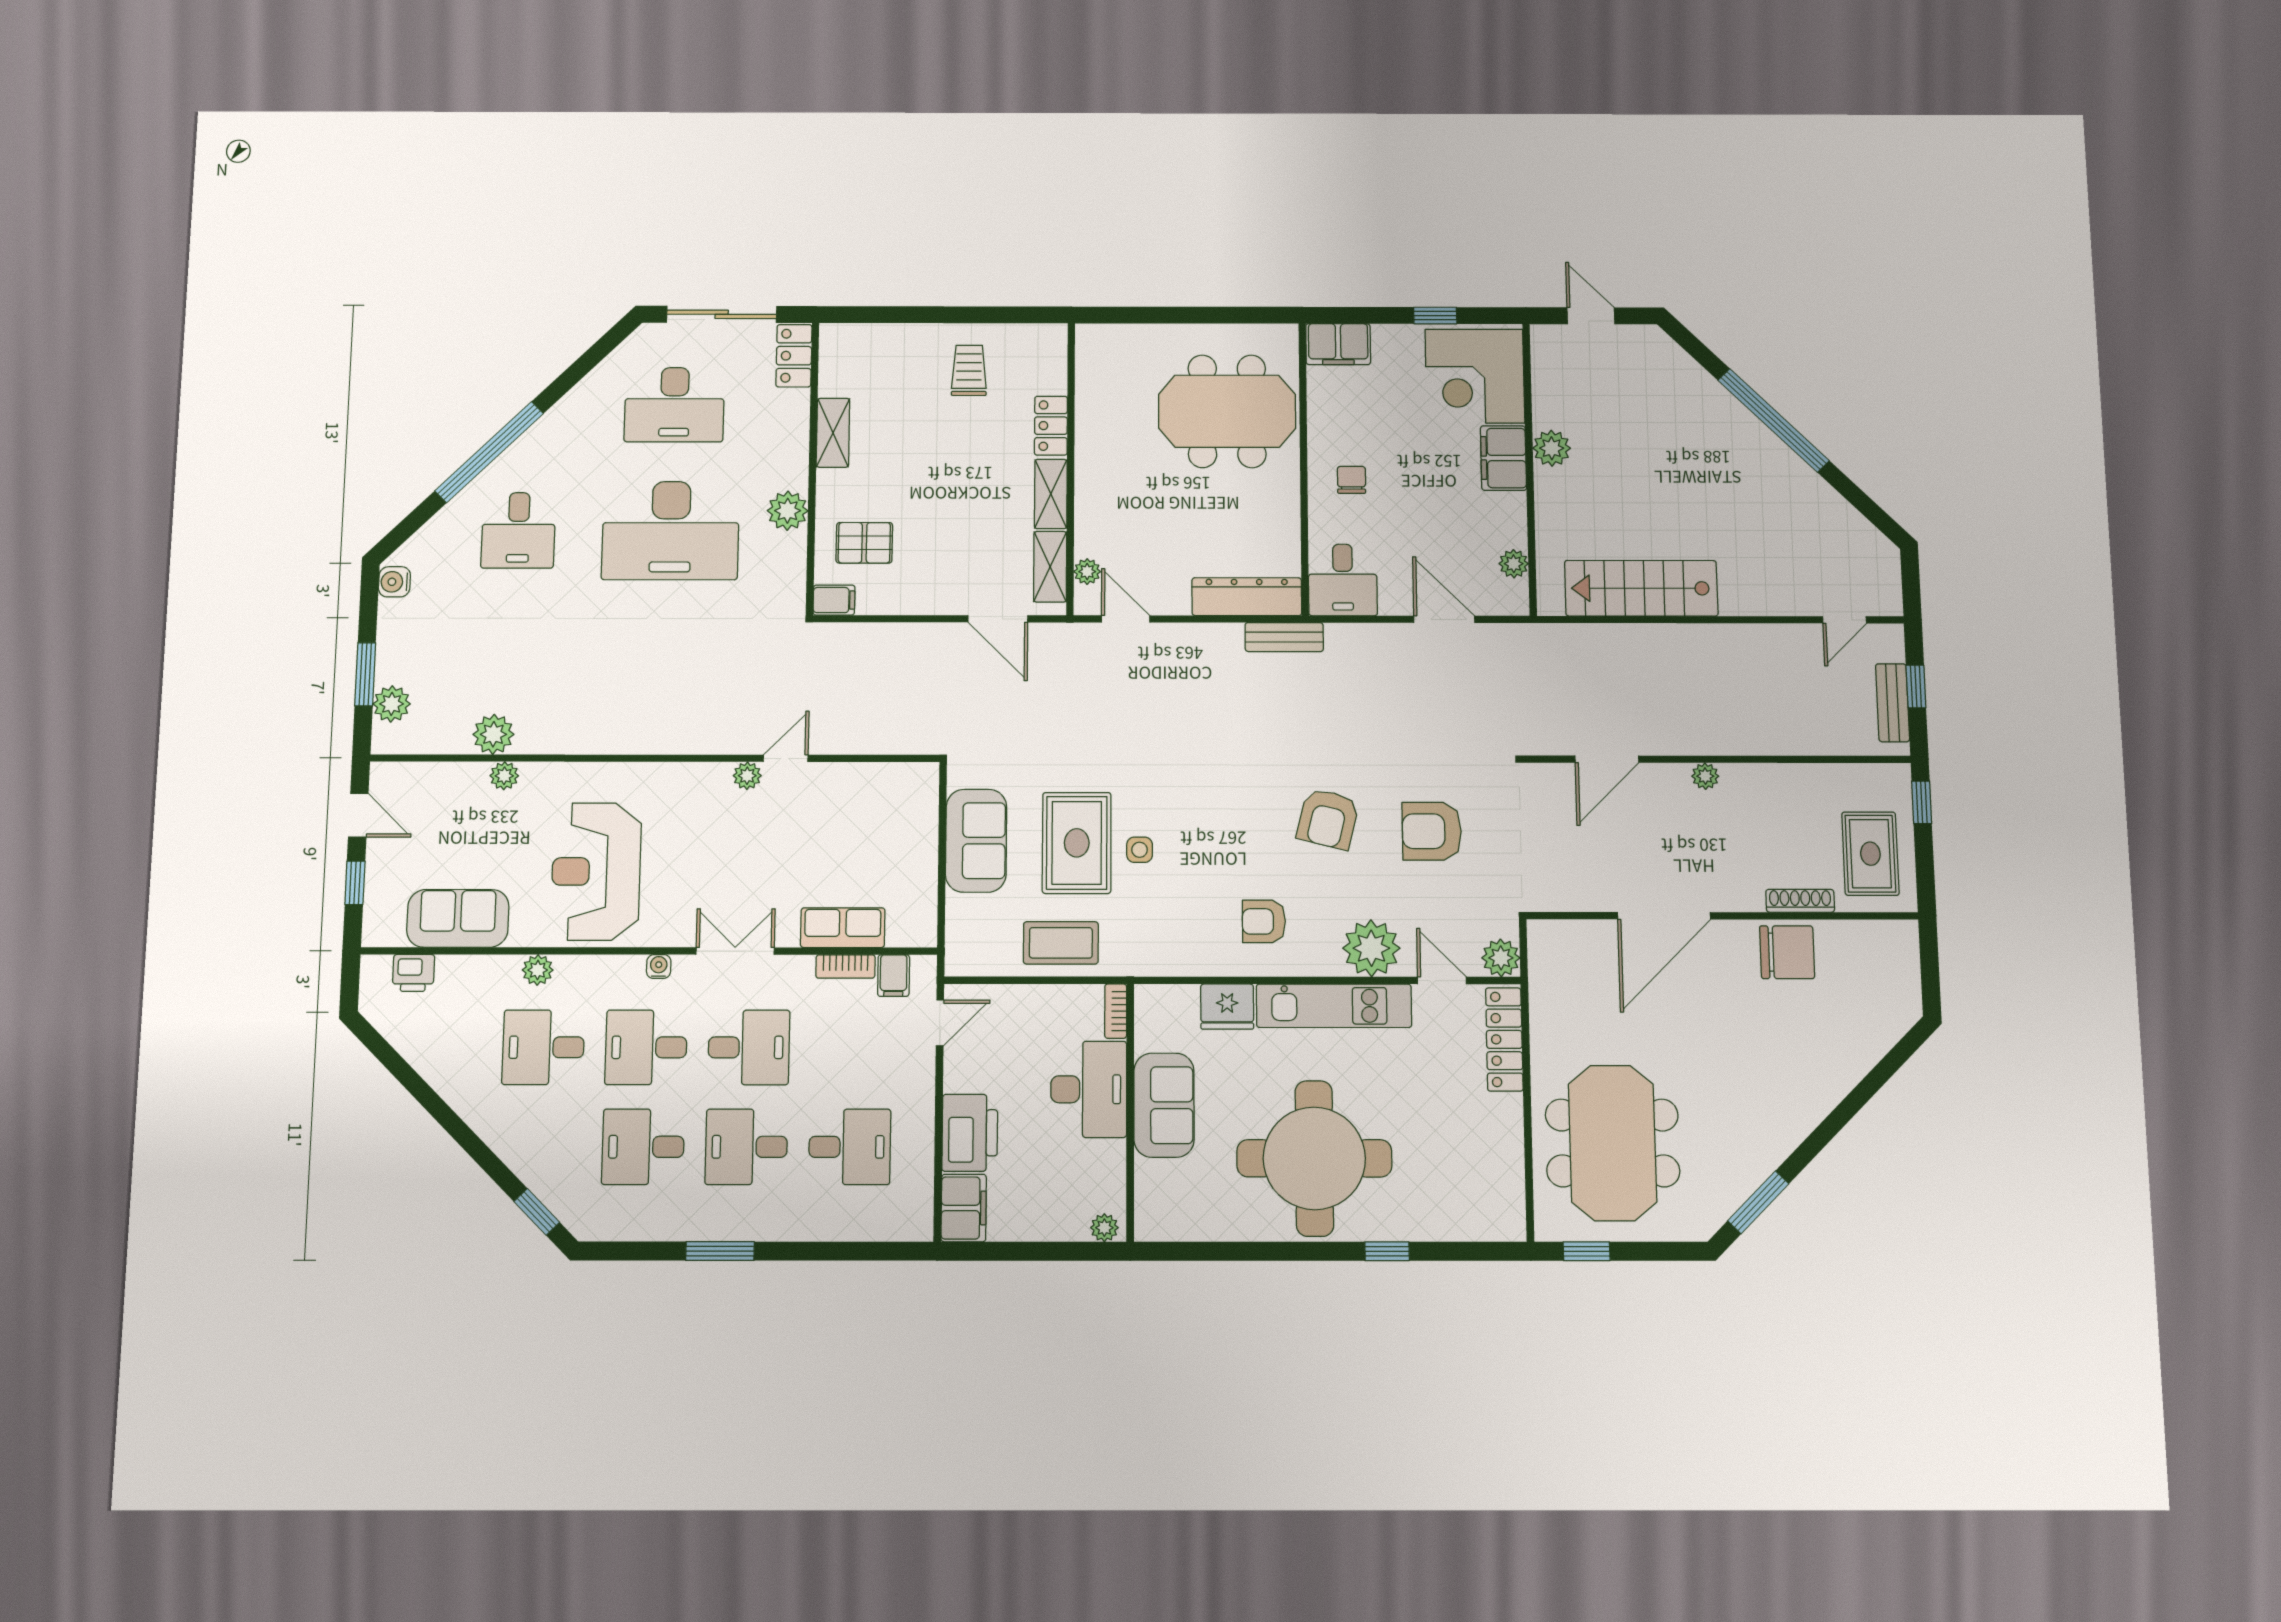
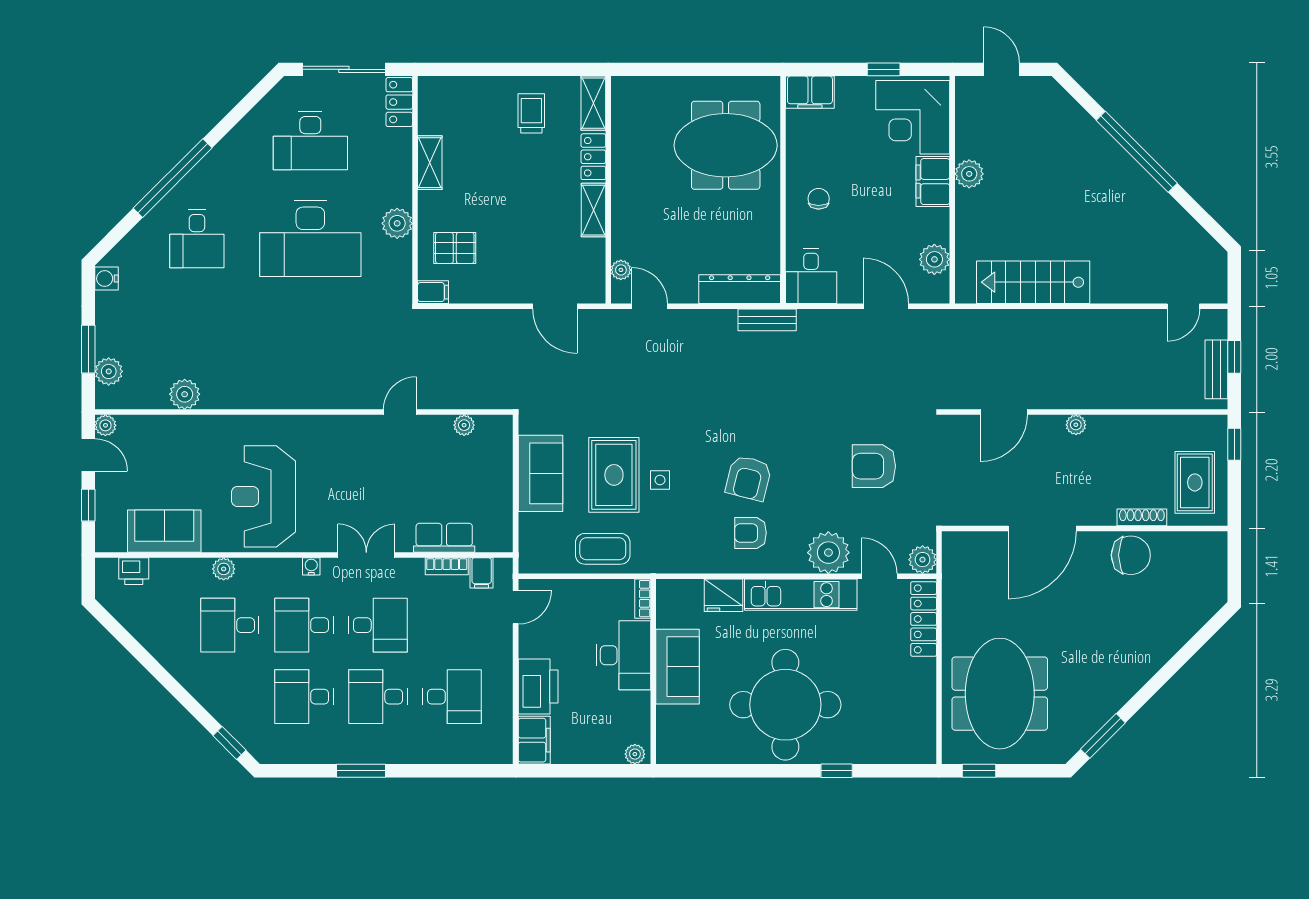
plant: (1514, 564) -> (934, 259), width x1.38, depth x1.38
shelving: (1050, 567) -> (593, 103), moved
plant: (504, 776) -> (105, 425), moved
plant: (747, 776) -> (464, 425), moved
armchair: (1328, 819) -> (749, 478), moved

